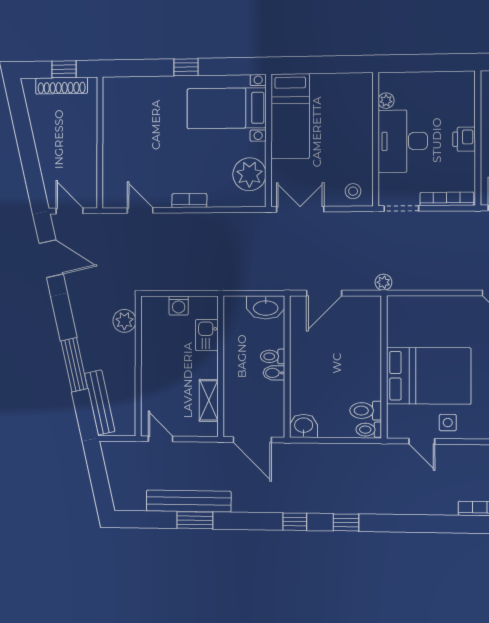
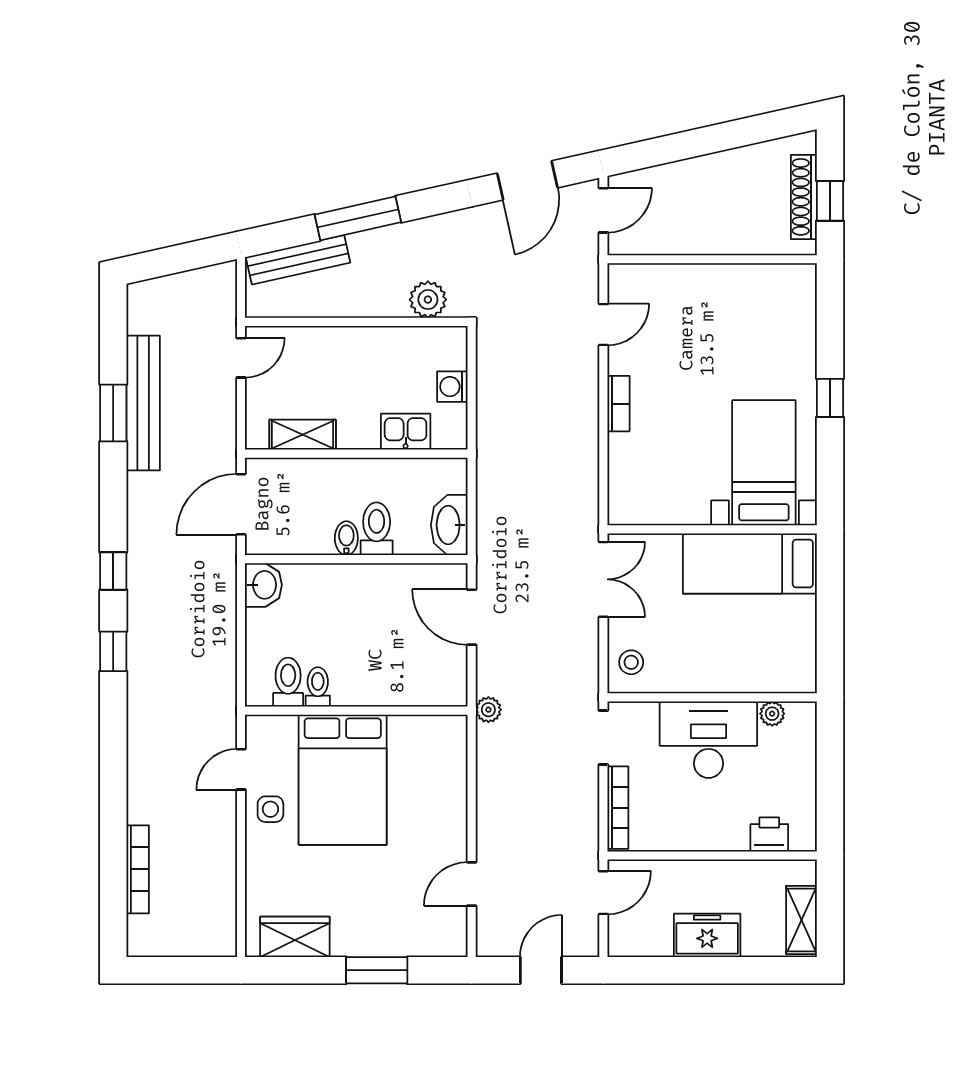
printer: (464, 139) -> (769, 834), moved
plant: (249, 174) -> (659, 499), removed
toilet: (273, 356) -> (377, 529), width x1.37, depth x1.39
toilet: (369, 430) -> (318, 687), moved

